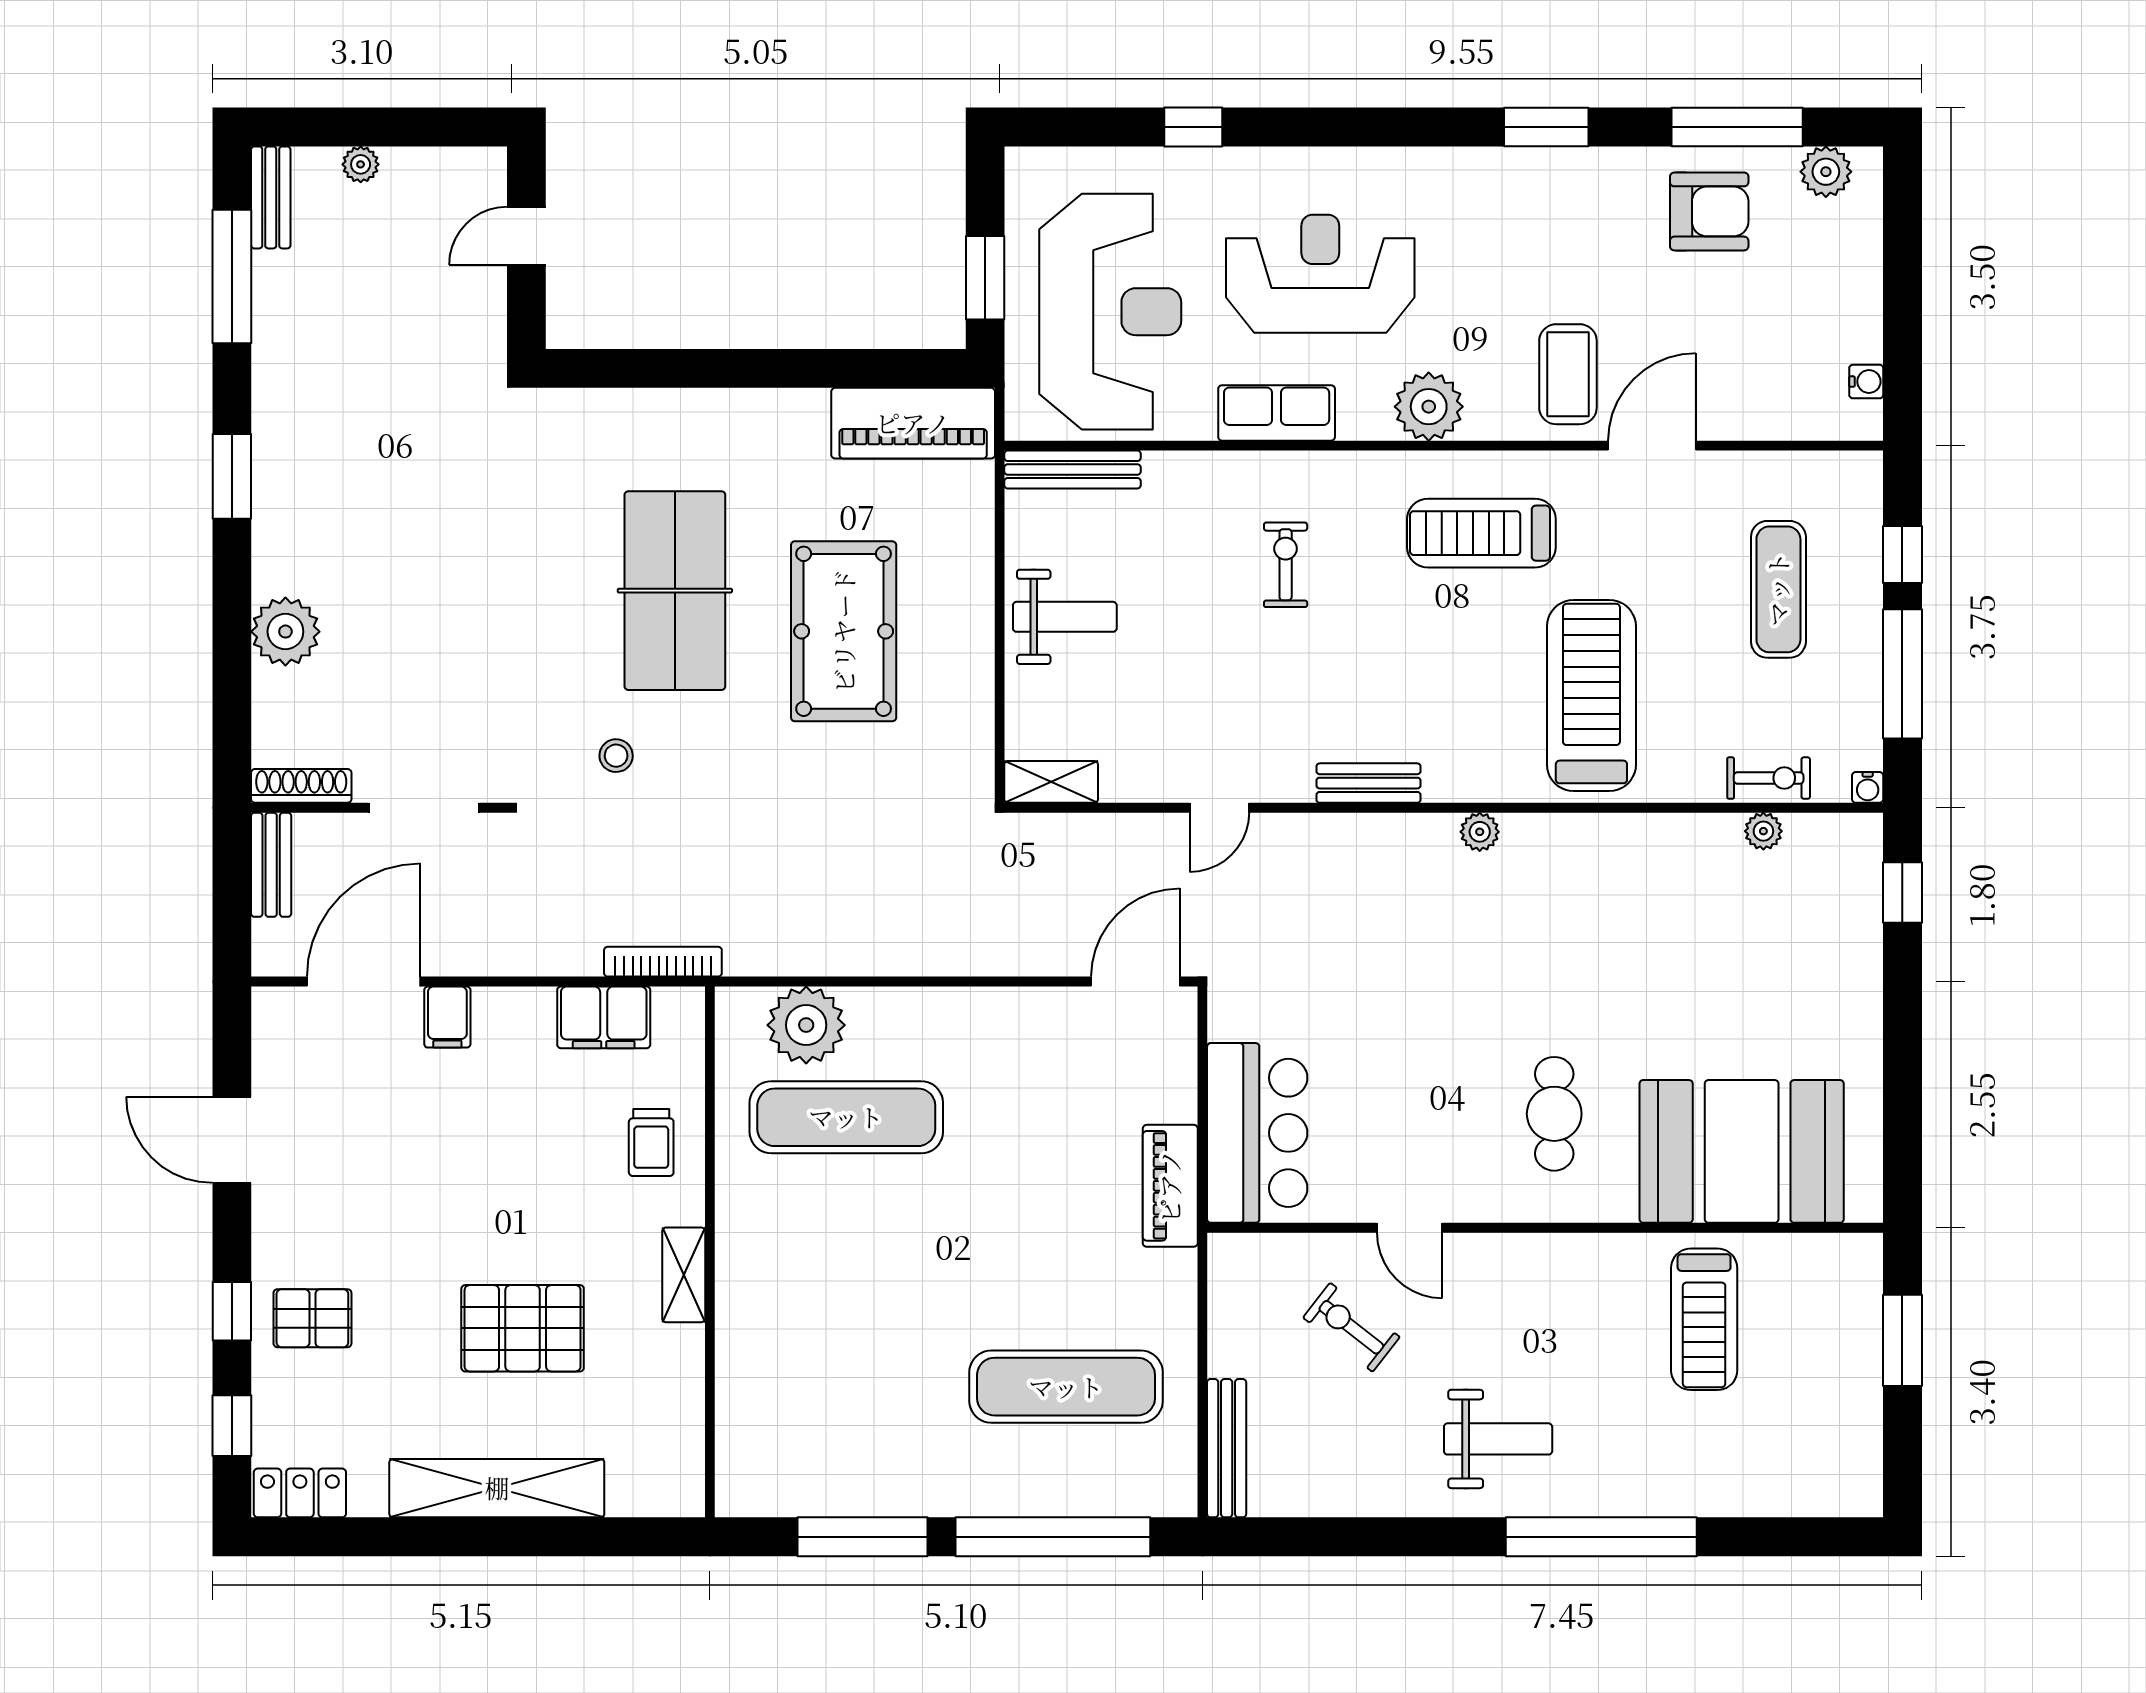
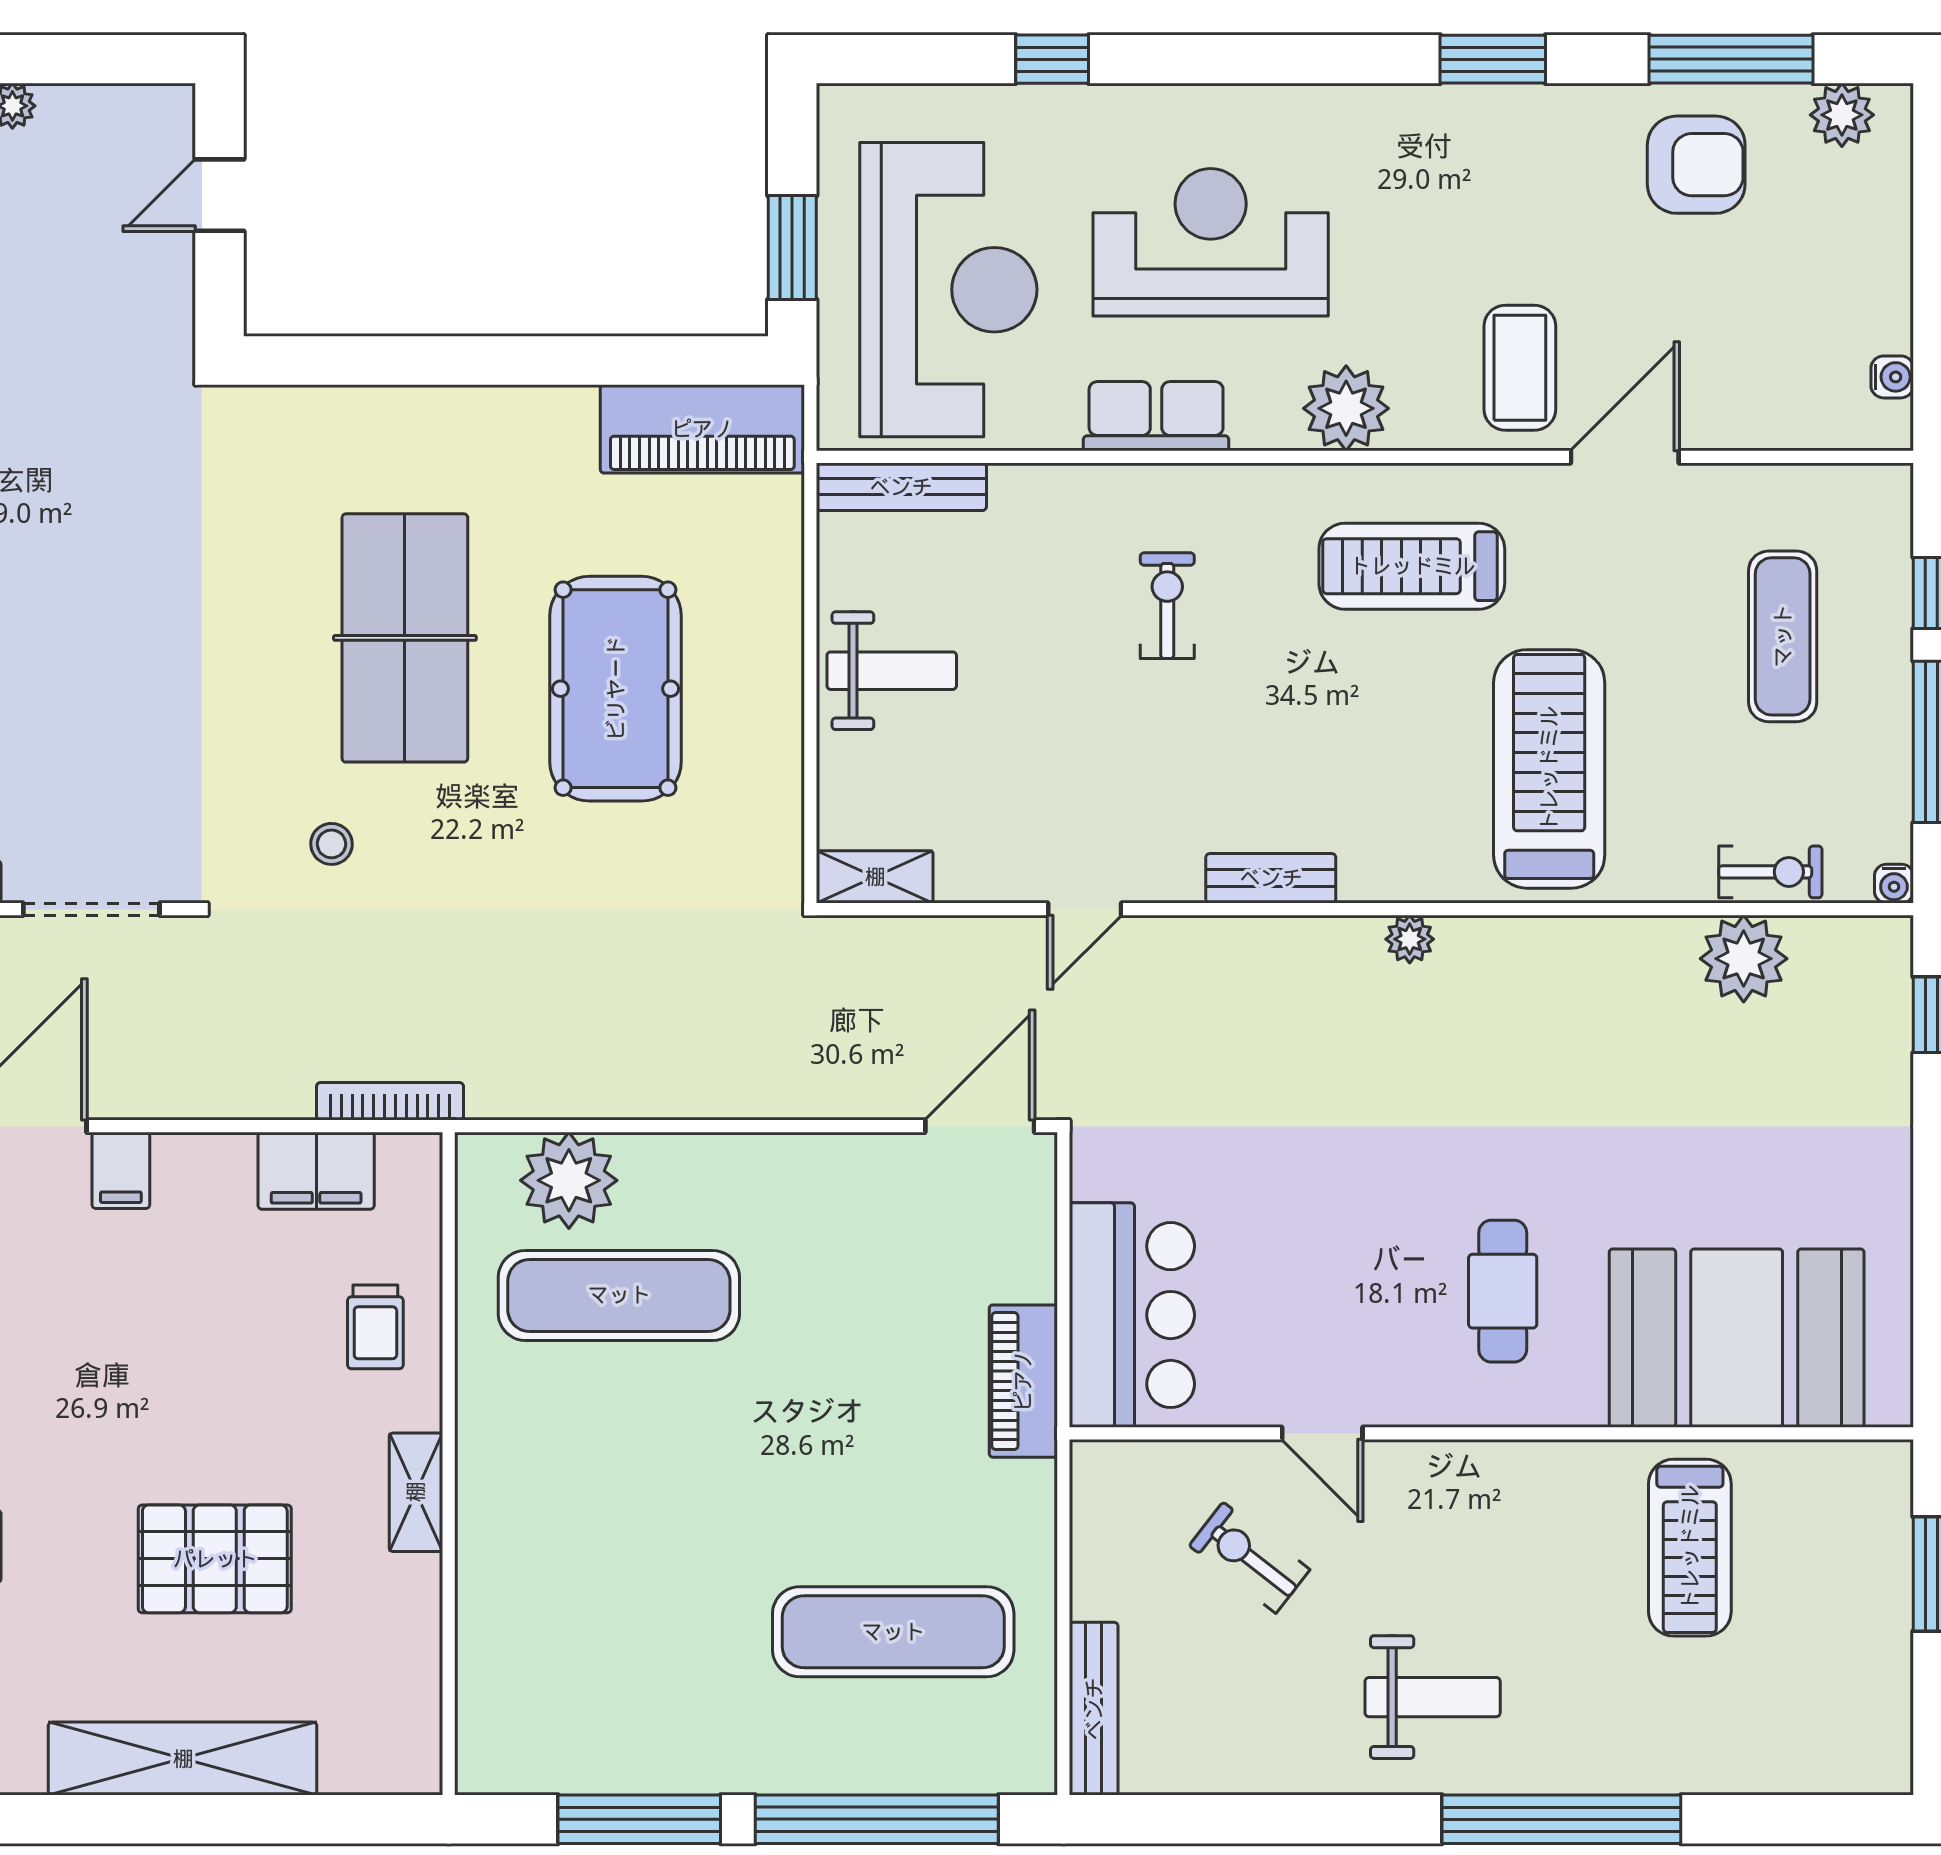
plant: (1763, 831) -> (1744, 959), width x1.88, depth x1.88

